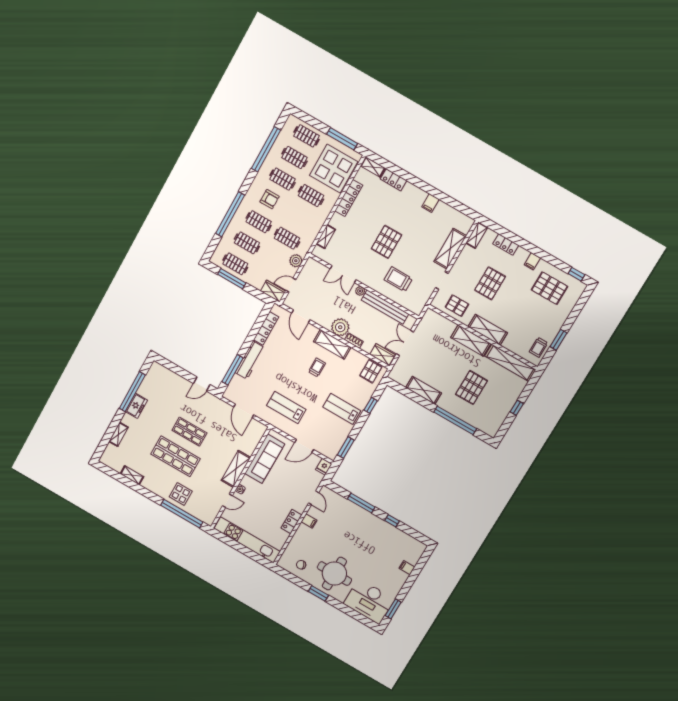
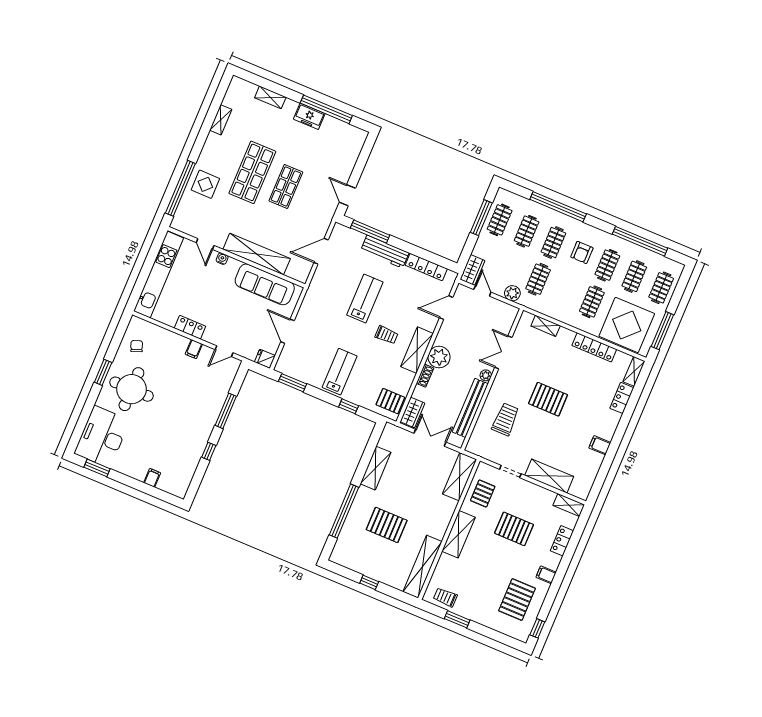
shelving: (471, 341) -> (460, 477), moved
lab bench: (286, 408) -> (365, 299), moved
shelving: (236, 469) -> (257, 254), width x1.47

